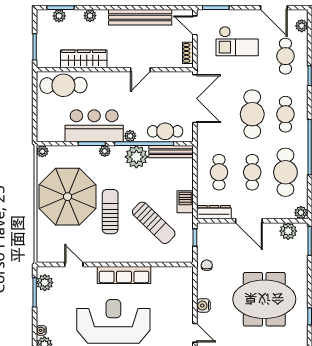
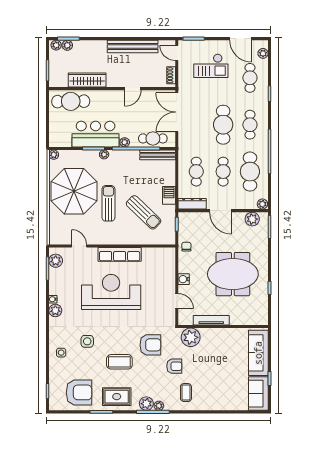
plant: (90, 16) -> (56, 45), moved
double door: (195, 99) -> (177, 112), swing flipped
plant: (136, 157) -> (130, 159), removed

